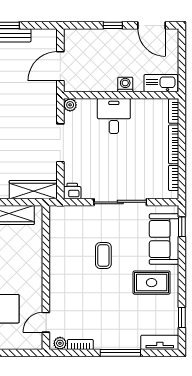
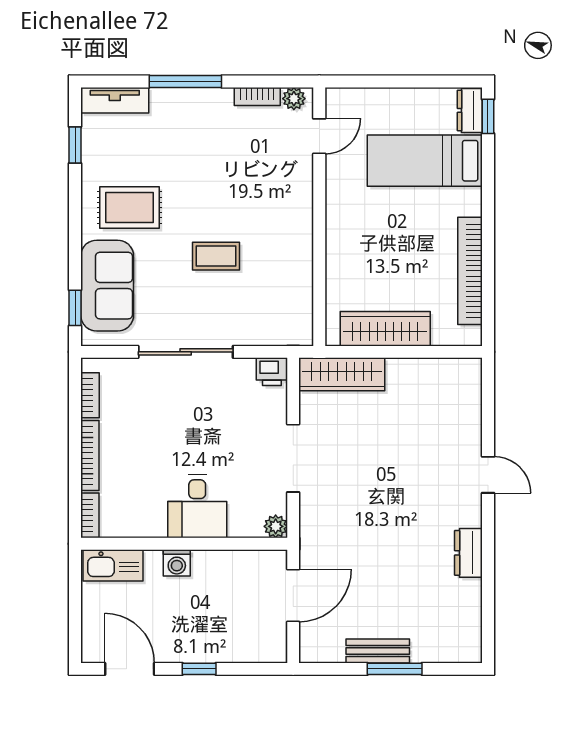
coffee table: (103, 256) -> (216, 256), turned 90

